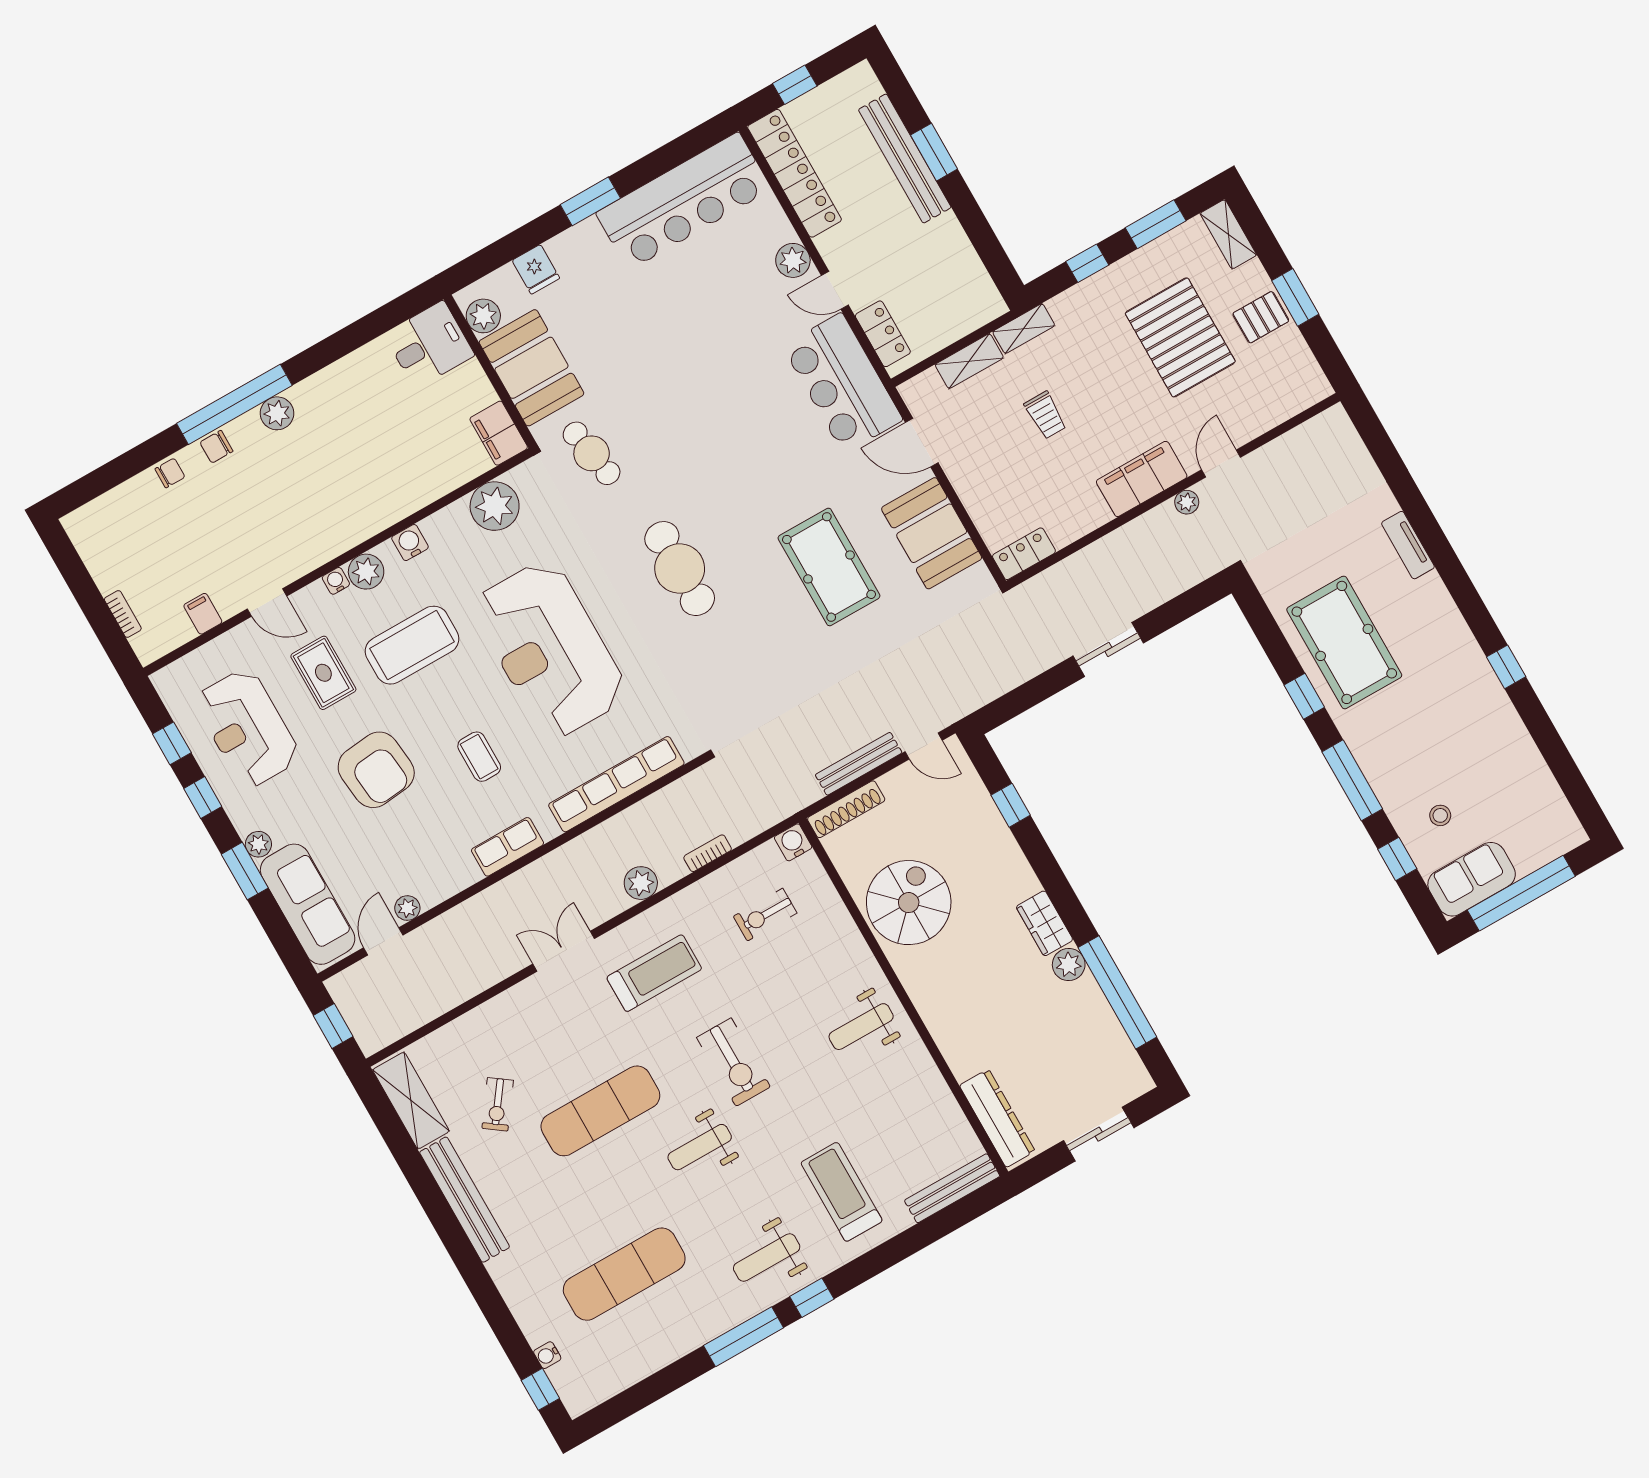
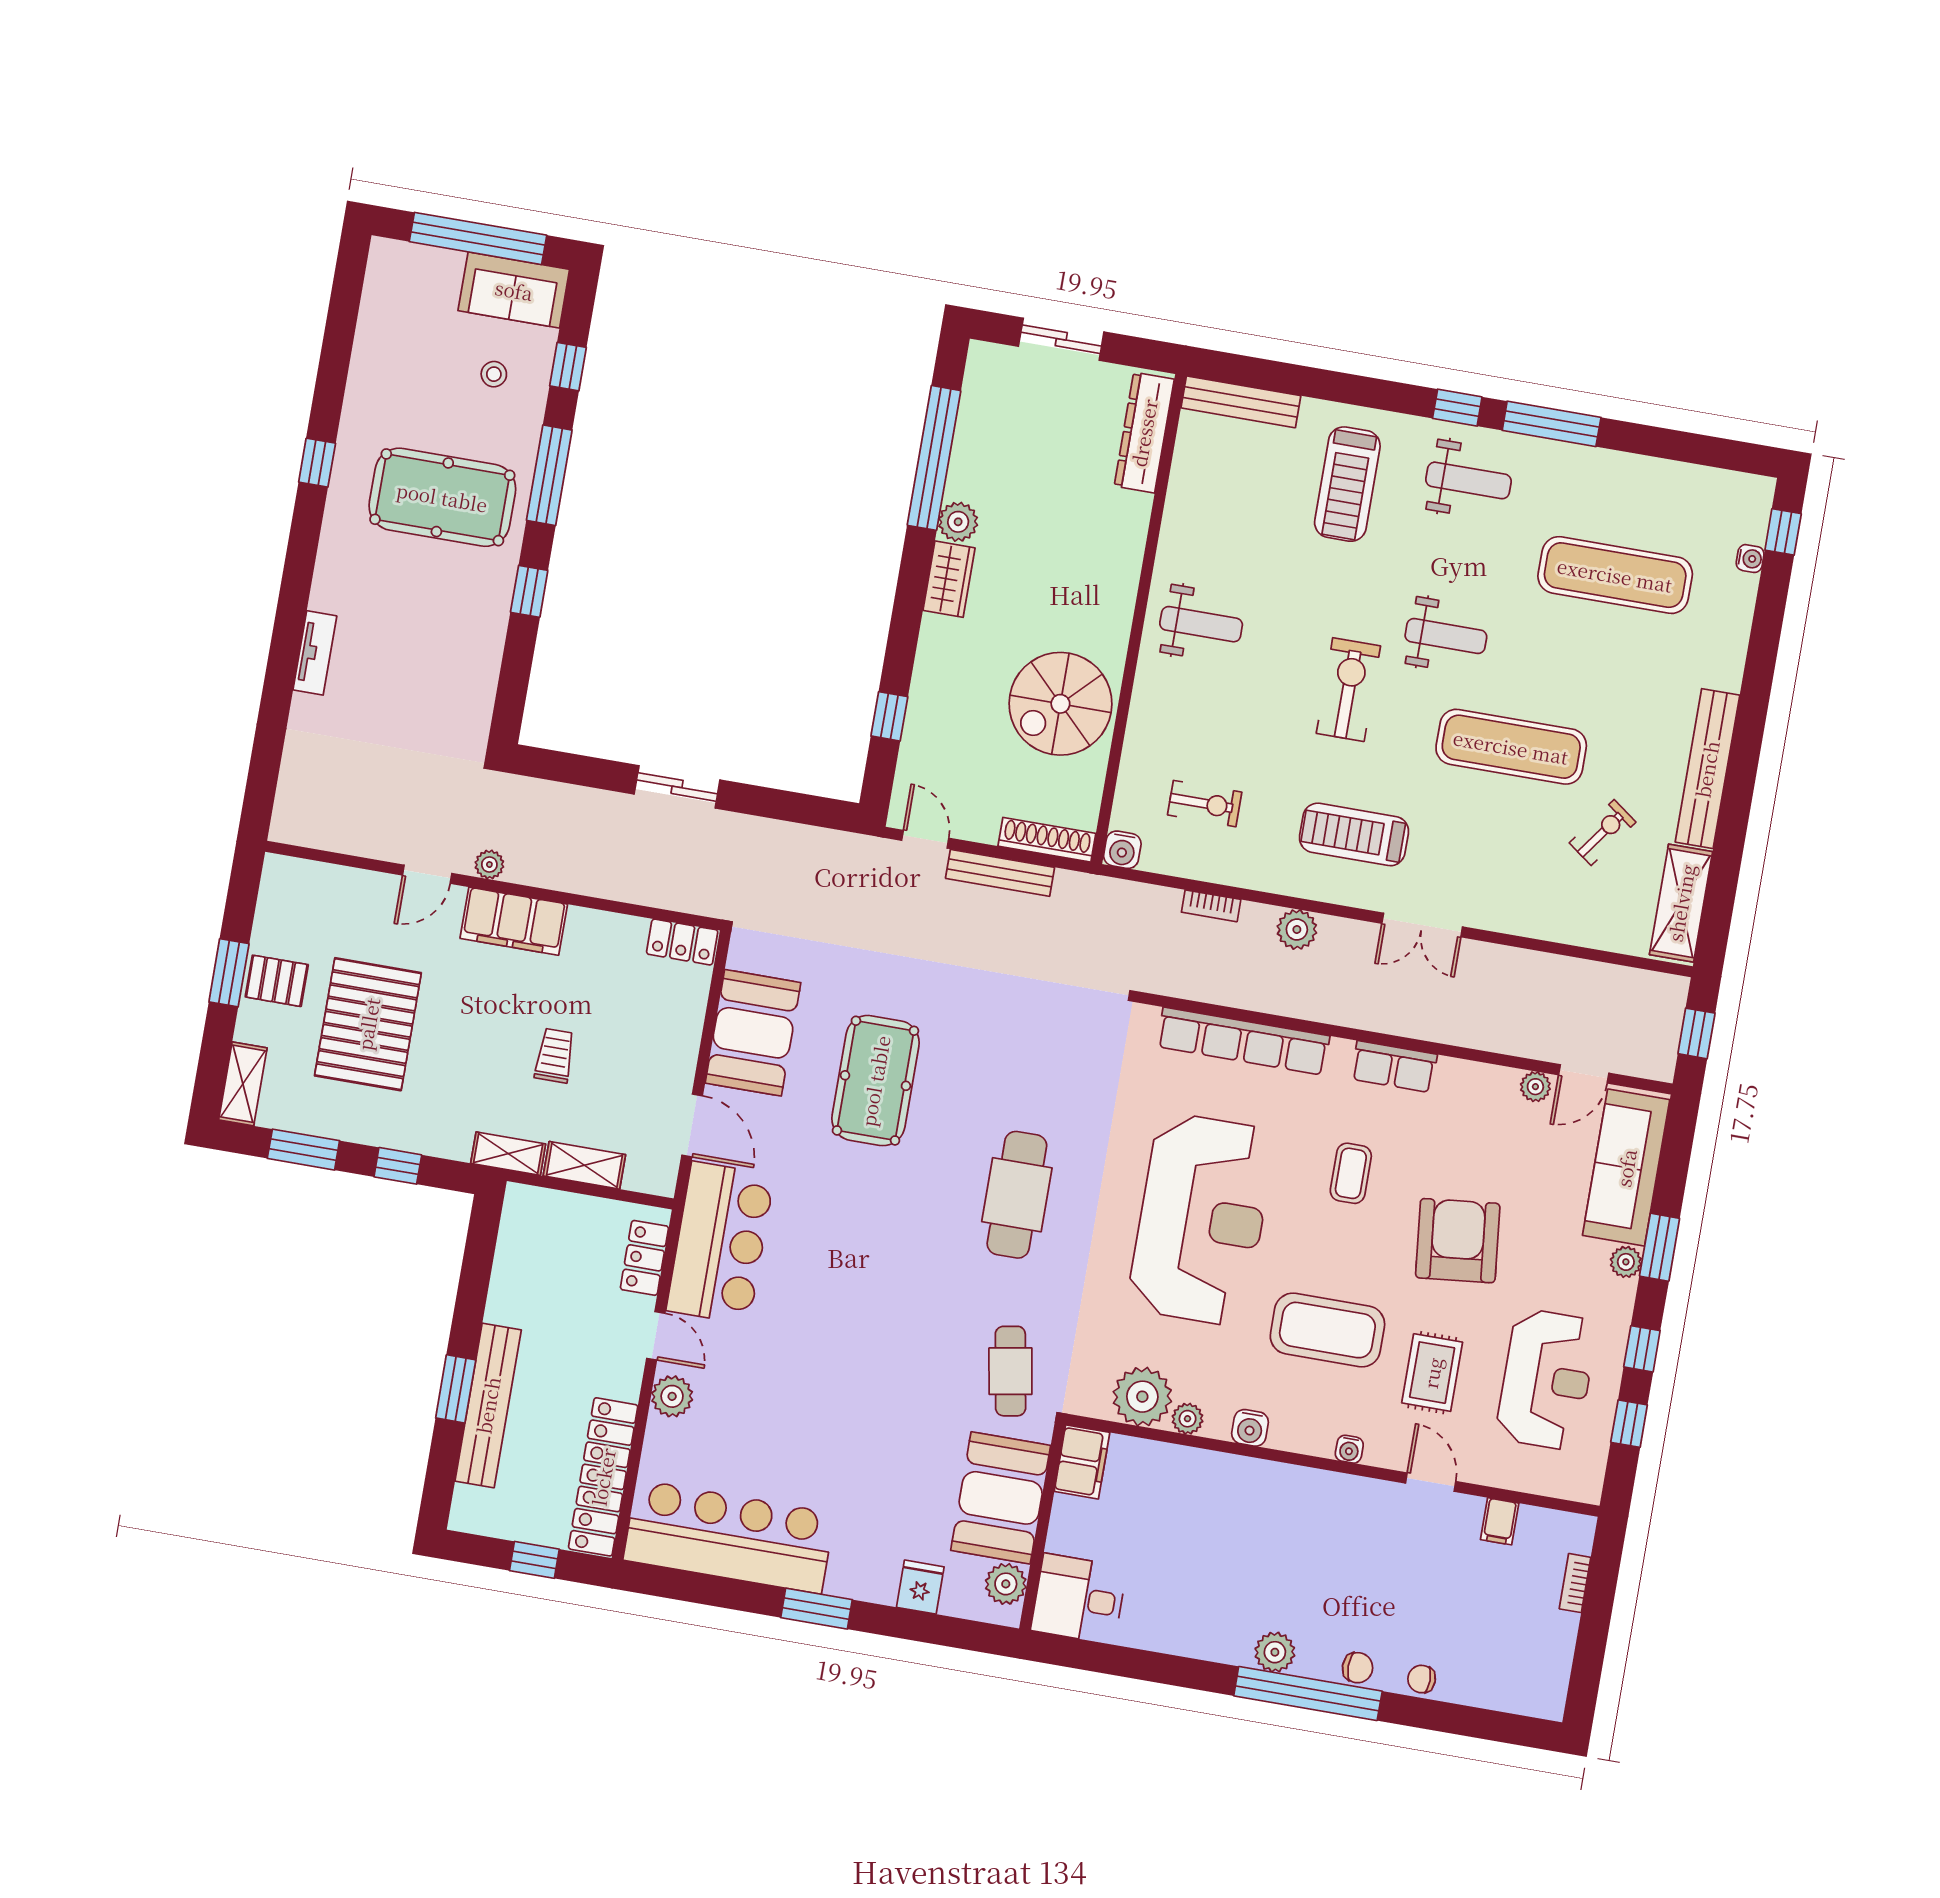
plant: (366, 572) -> (1188, 1419), moved, width x0.73, depth x0.73
pool table: (1344, 642) -> (442, 497), moved, turned 90

